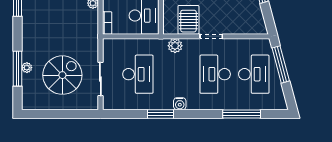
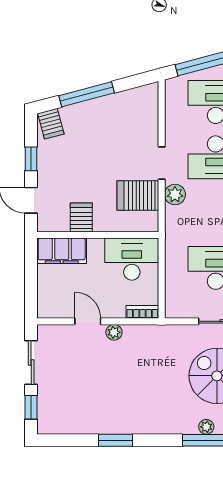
plant: (175, 46) -> (175, 194), moved

